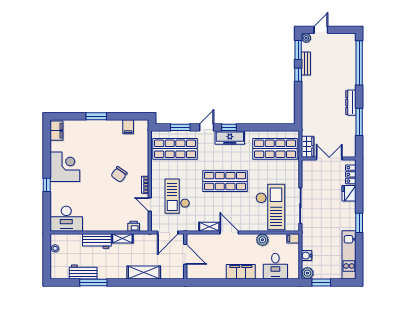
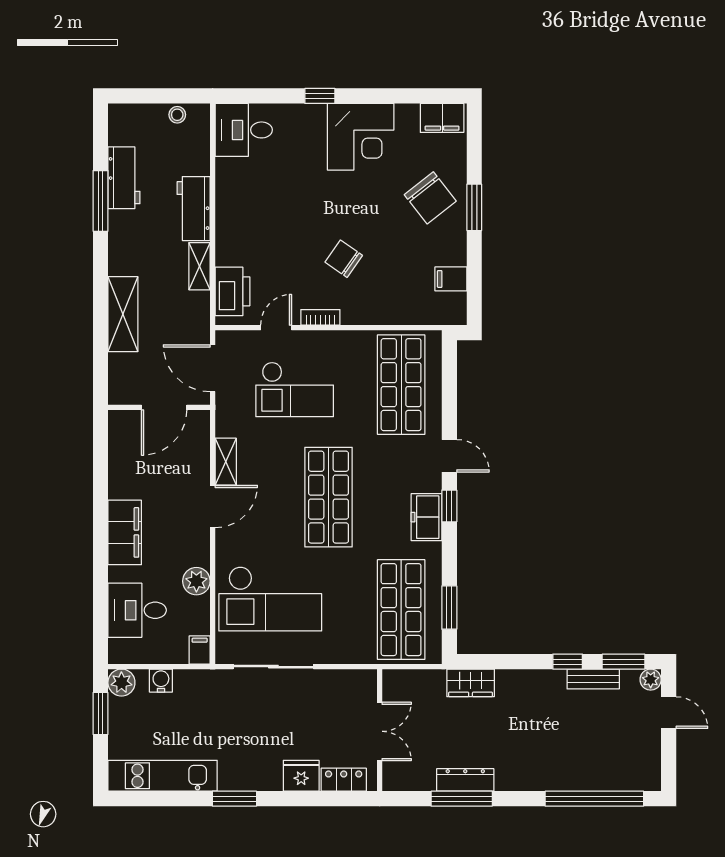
dresser: (351, 103) -> (465, 780), moved
window: (180, 127) -> (449, 608), moved
chair: (92, 136) -> (430, 198), added
freezer: (230, 138) -> (427, 517), width x0.71
wardrobe: (308, 147) -> (471, 683), moved
checkout: (177, 196) -> (295, 389), turned 180
desk: (66, 219) -> (244, 130), width x0.73
printer: (134, 226) -> (232, 291), width x1.87, depth x1.48

